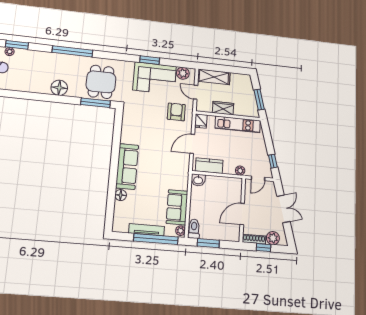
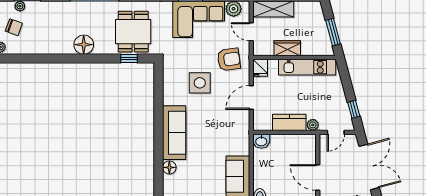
window: (95, 103) -> (129, 59), width x0.46
armchair: (176, 112) -> (229, 59), turned 82
side table: (152, 128) -> (200, 83), added
kitchen counter: (209, 166) -> (289, 122), moved
double door: (283, 209) -> (369, 167), width x1.37
door: (242, 214) -> (318, 177), hinge flipped

